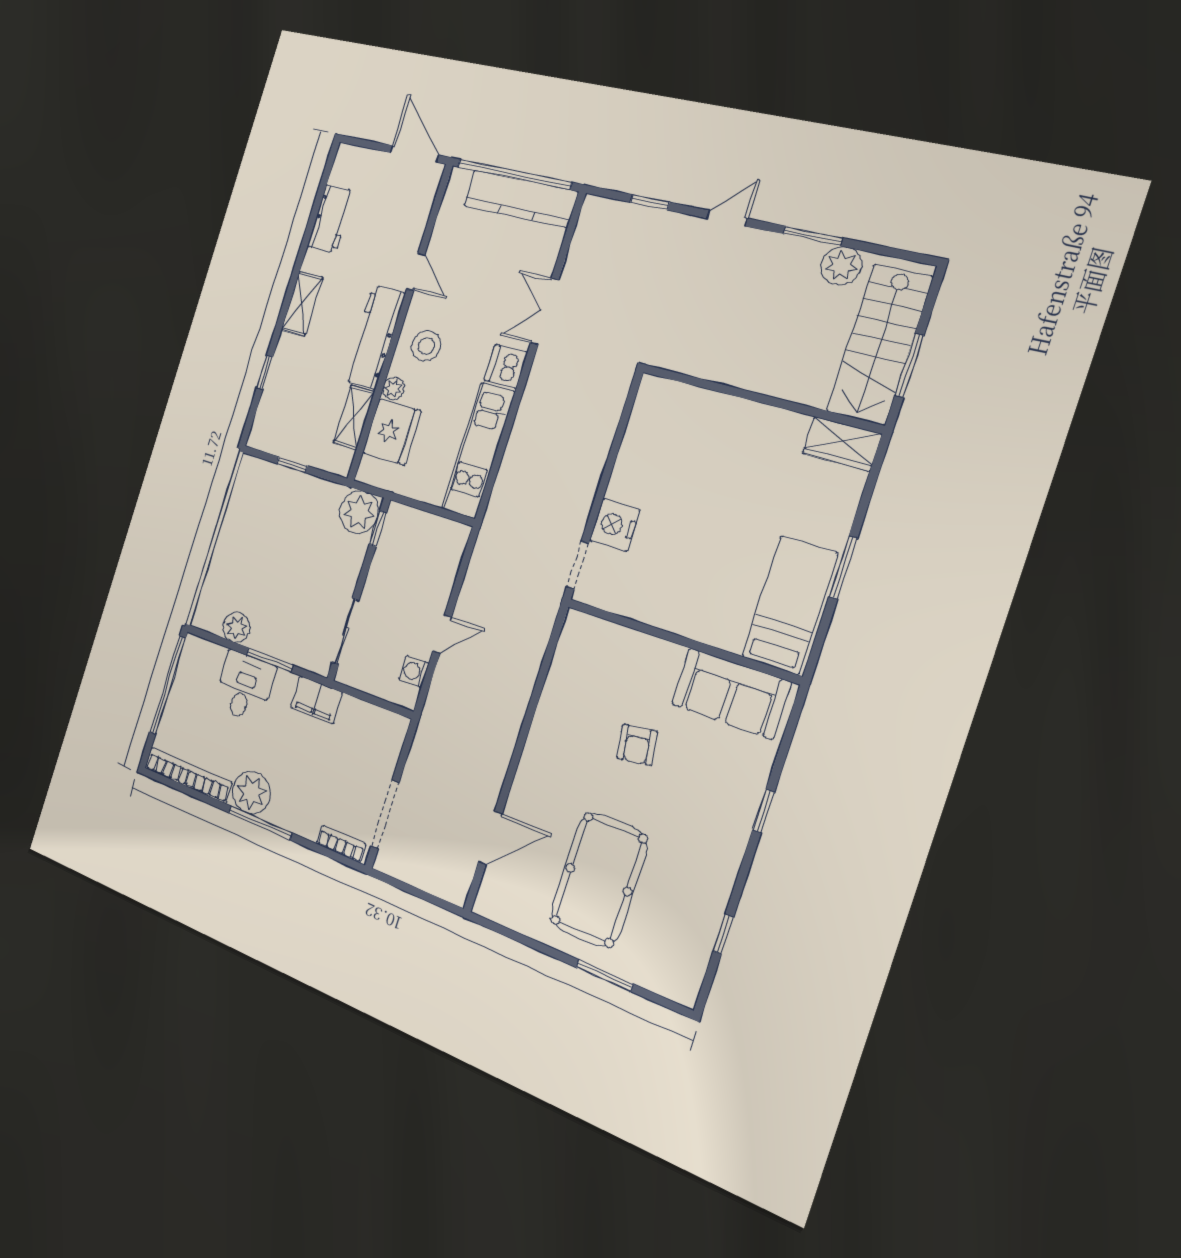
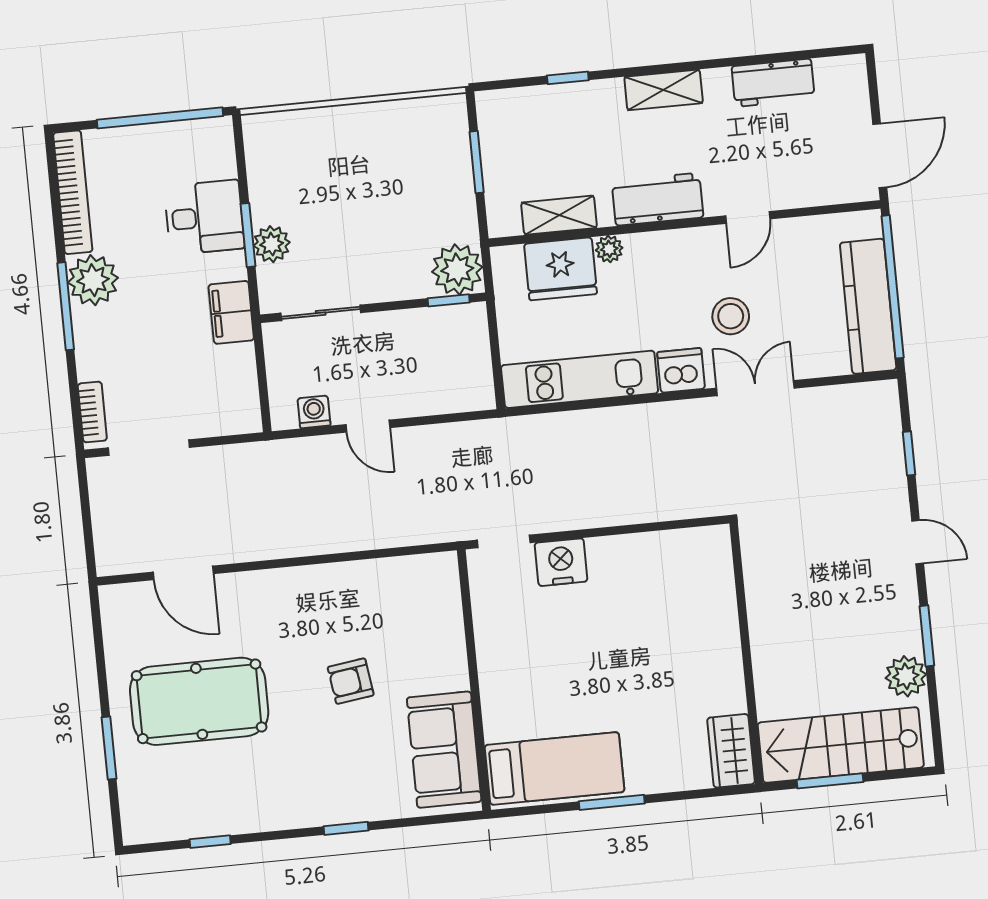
workbench: (374, 337) -> (658, 199), width x0.73
stool: (426, 346) -> (731, 316), moved
window: (292, 465) -> (477, 162), width x1.50
plant: (236, 628) -> (272, 244), moved

